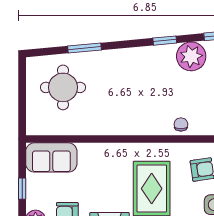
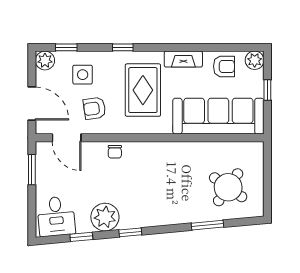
round table: (63, 87) -> (228, 187), turned 35
sofa: (51, 157) -> (218, 116), width x1.85, depth x1.27

